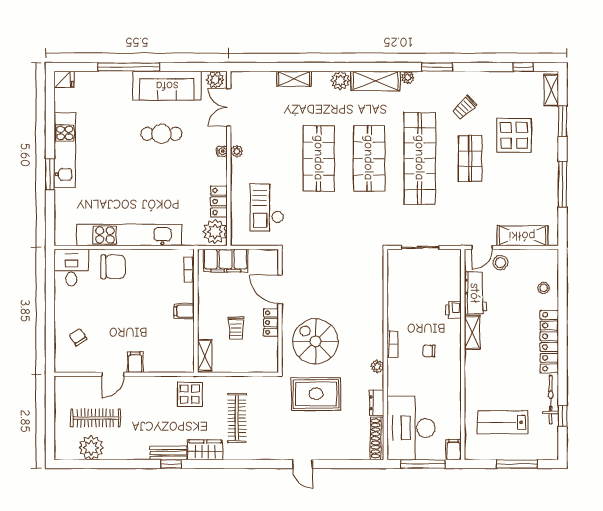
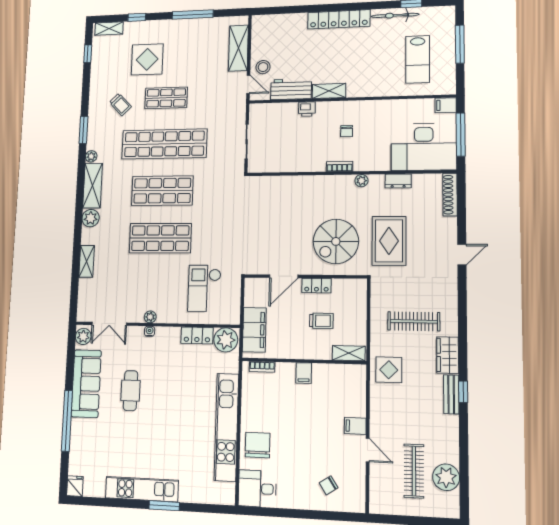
window: (563, 121) -> (137, 17), width x0.67
checkout: (267, 207) -> (204, 288), turned 90
stool: (544, 288) -> (288, 27), removed
shoe rack: (377, 438) -> (450, 195), moved, turned 90

